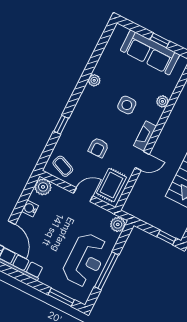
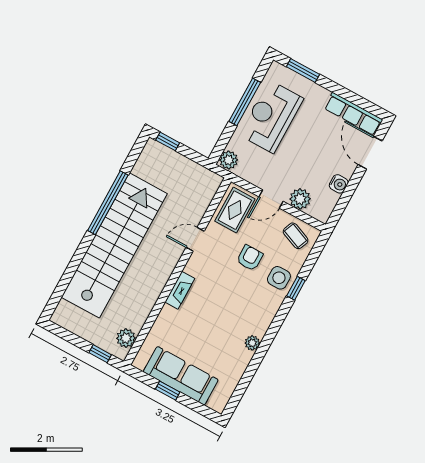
plant: (162, 101) -> (167, 314), removed
side table: (127, 105) -> (279, 278), moved
fireplace: (145, 136) -> (180, 290), moved
plant: (43, 187) -> (300, 199), moved

